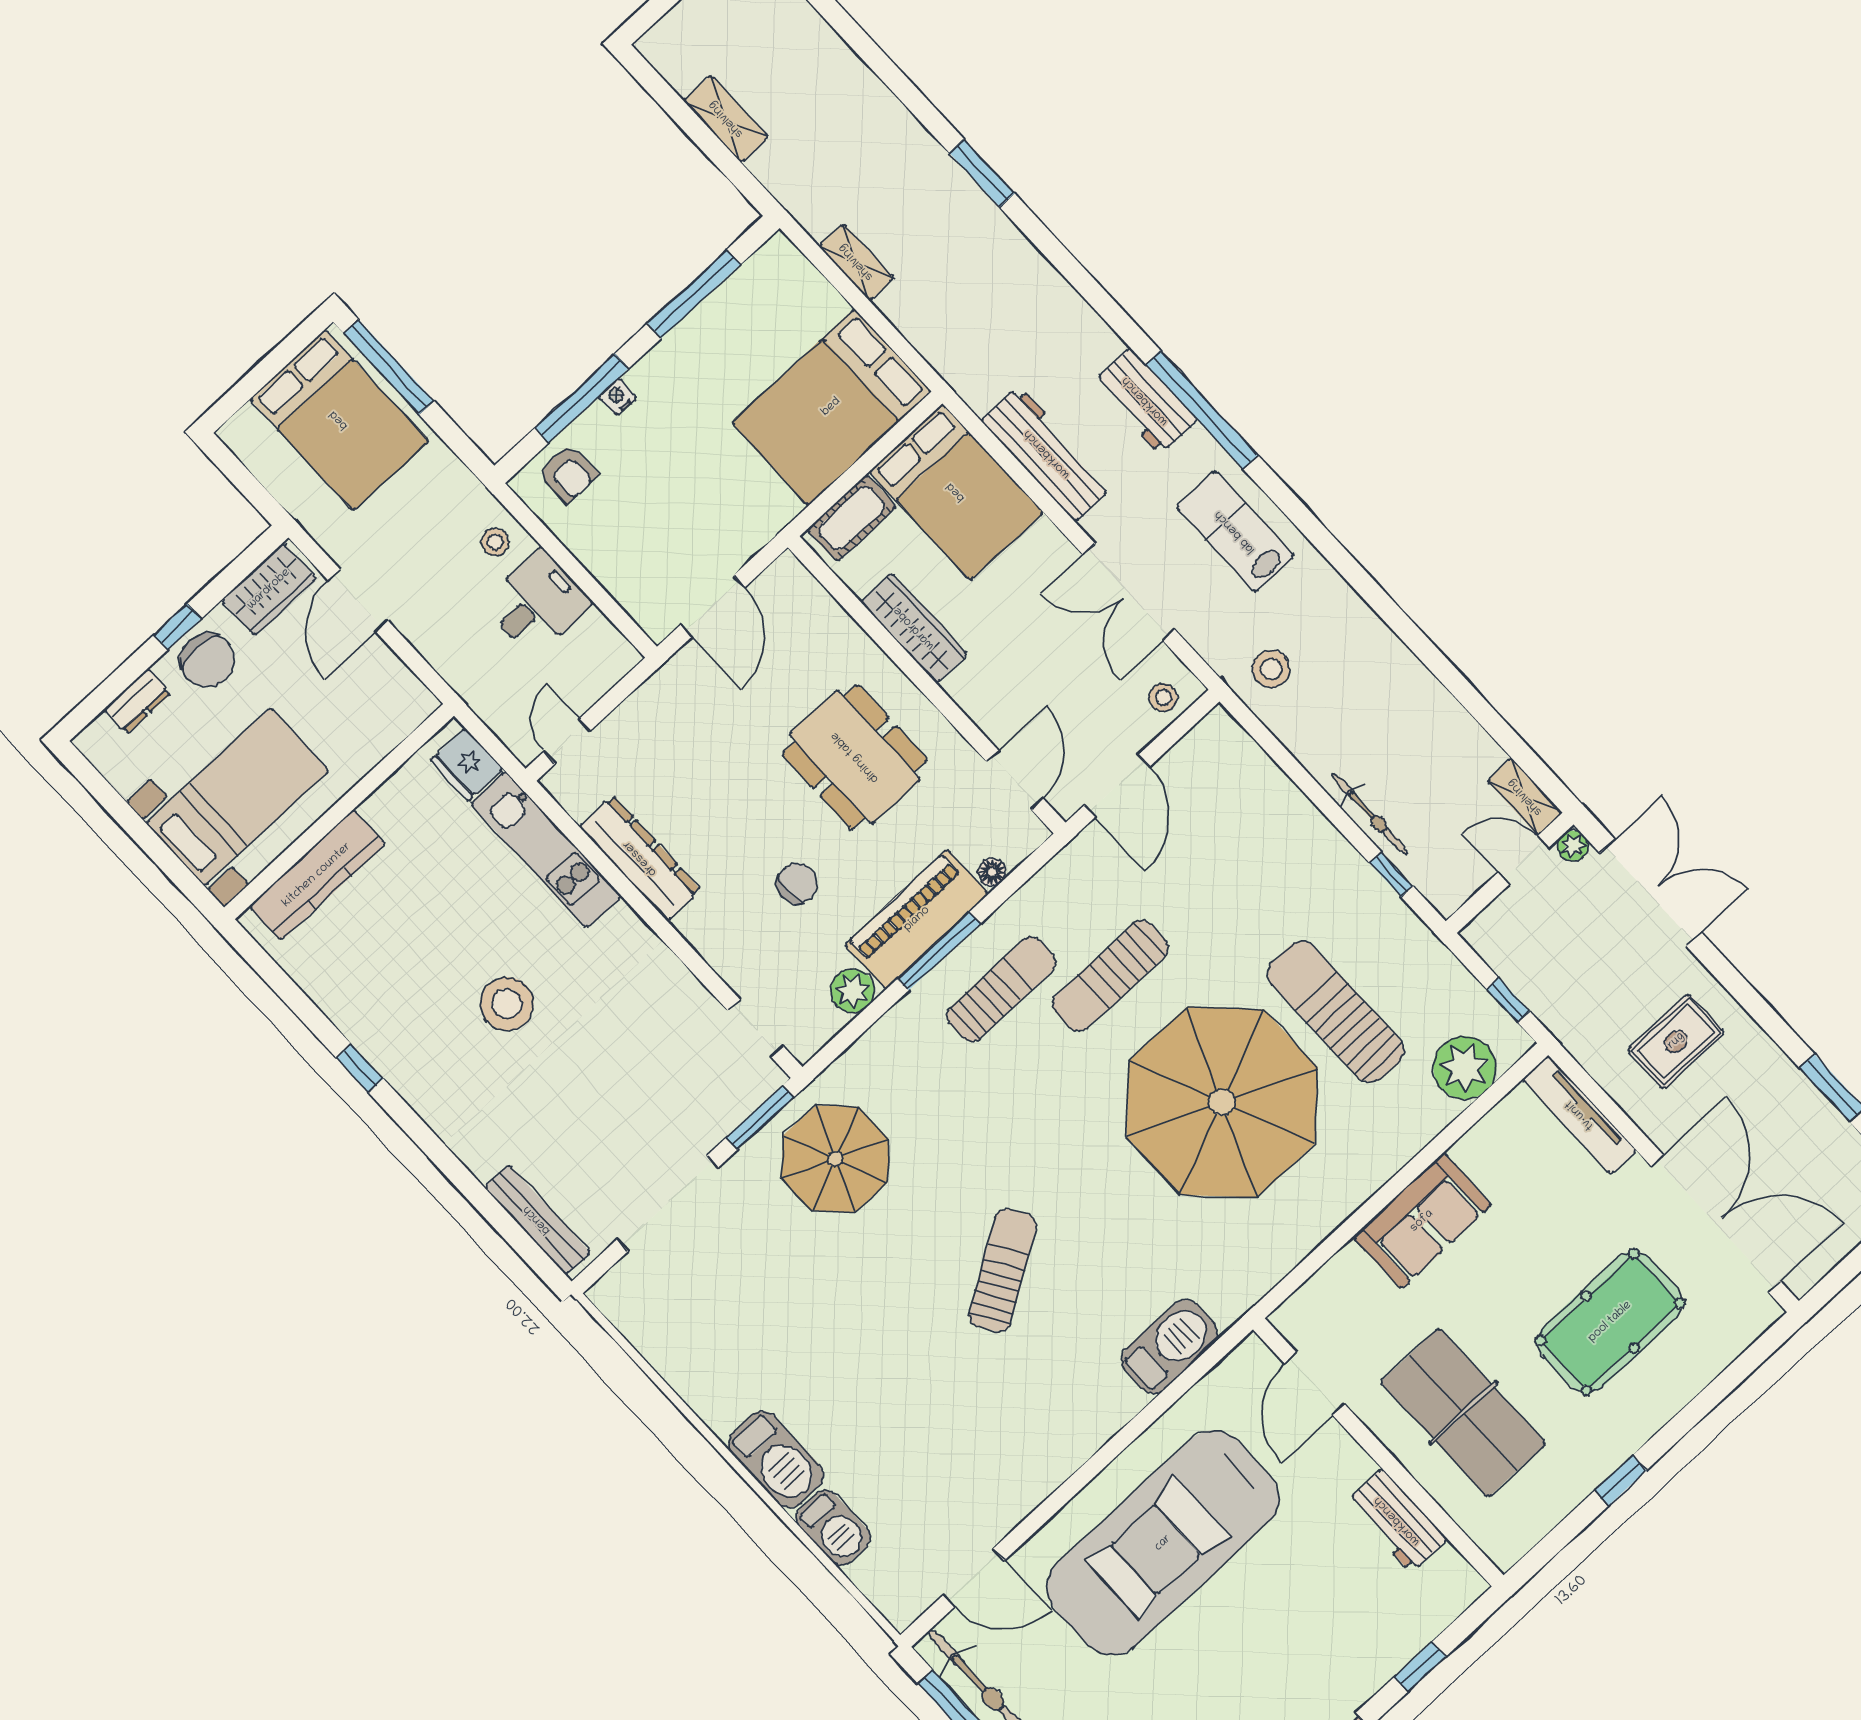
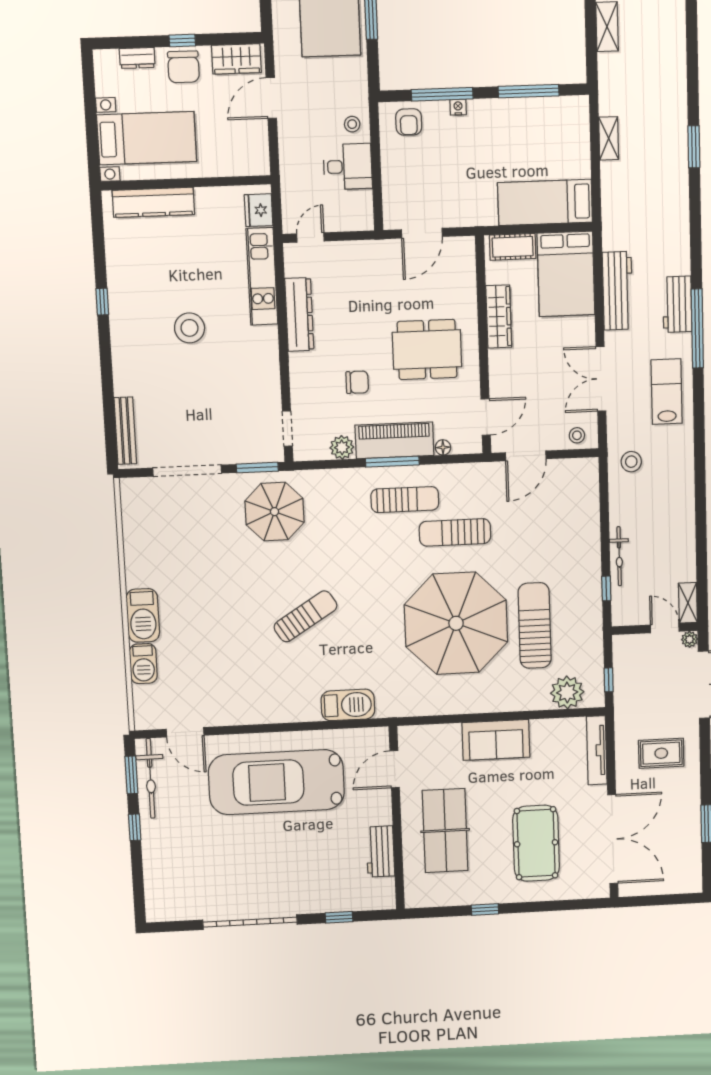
bed: (831, 407) -> (545, 202), width x0.67
dining table: (855, 757) -> (427, 350), turned 90
pool table: (1610, 1322) -> (536, 843), turned 90

